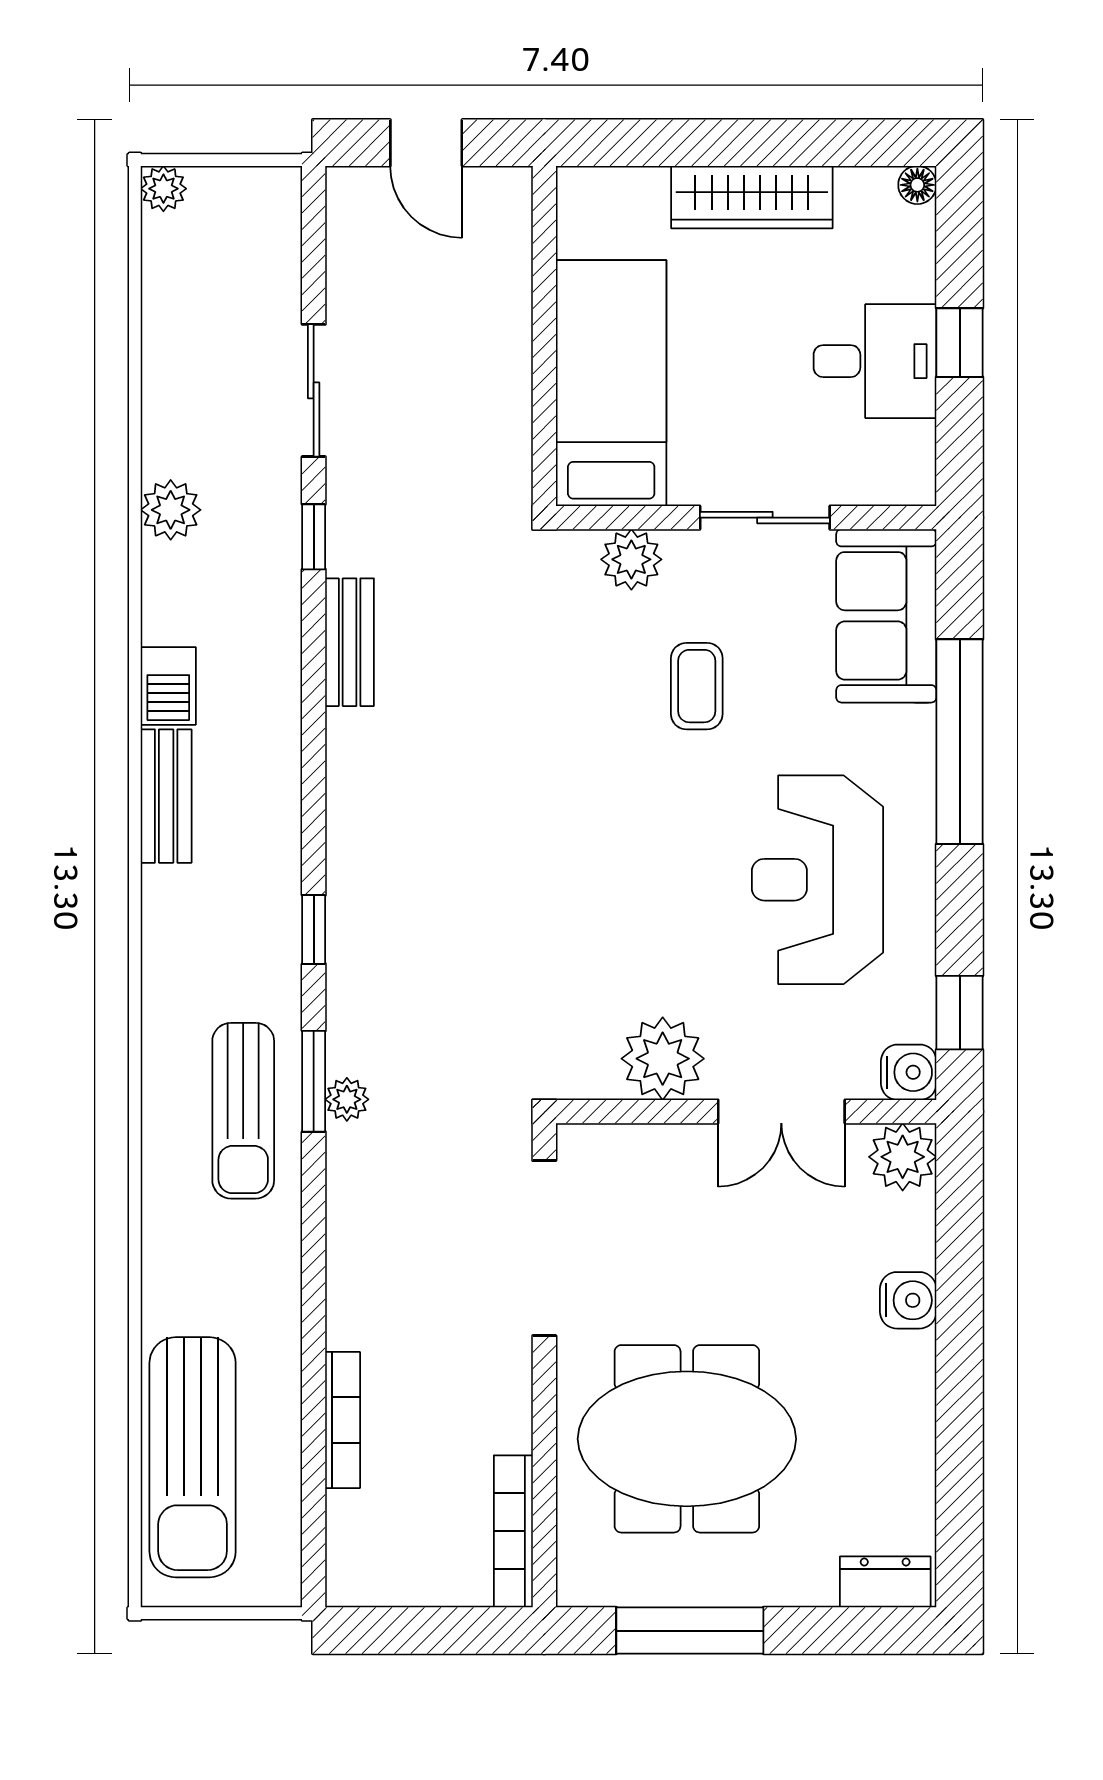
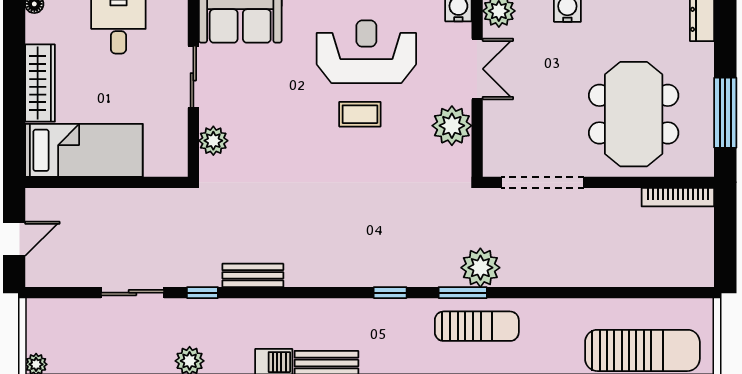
bed: (611, 383) -> (84, 150), moved, turned 180
coffee table: (697, 686) -> (360, 114), moved
reception desk: (817, 880) -> (366, 52), turned 180
plant: (347, 1099) -> (480, 268), width x1.88, depth x1.88
bookcase: (343, 1420) -> (625, 279), removed

